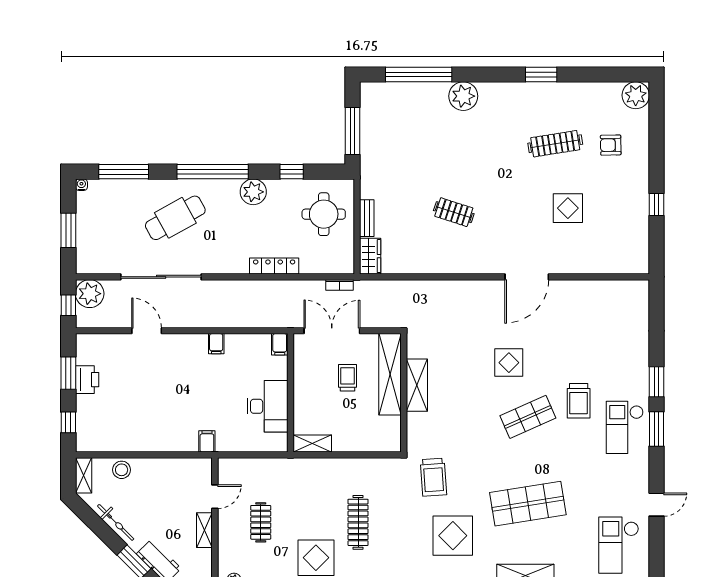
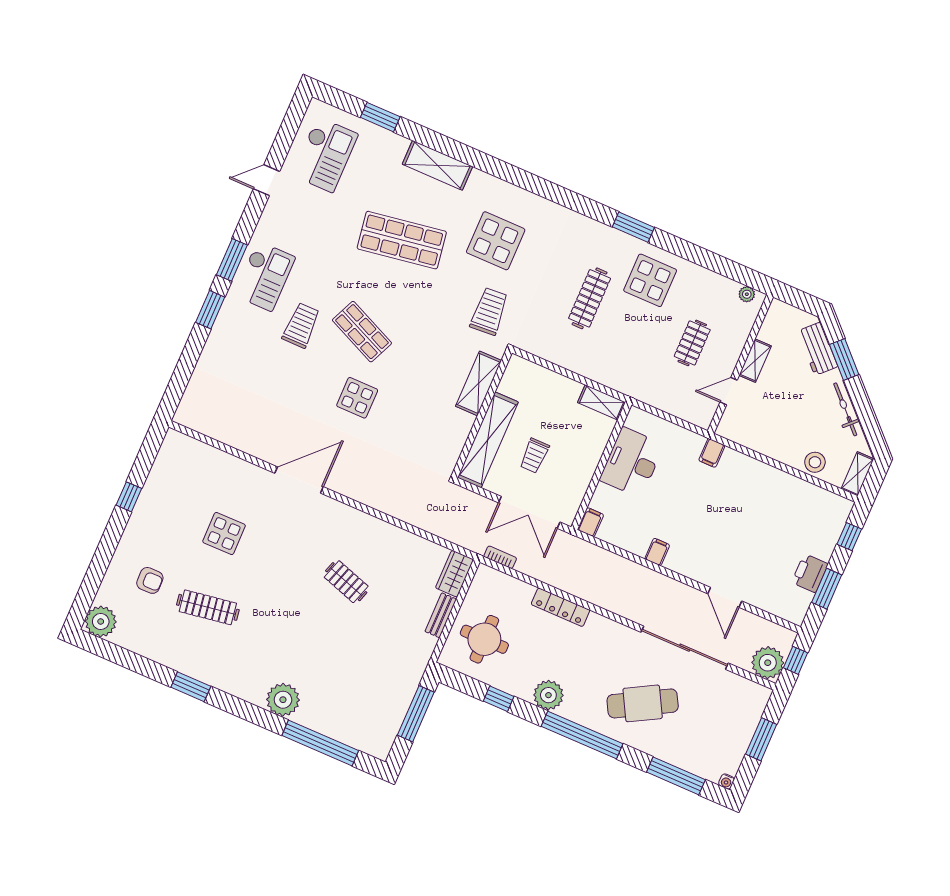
shelving: (417, 385) -> (479, 383), moved
shop shelf: (528, 417) -> (362, 332), turned 48

